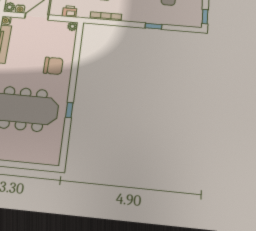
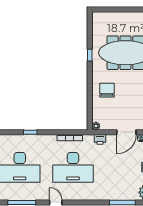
chair: (53, 66) -> (107, 90), turned 90

